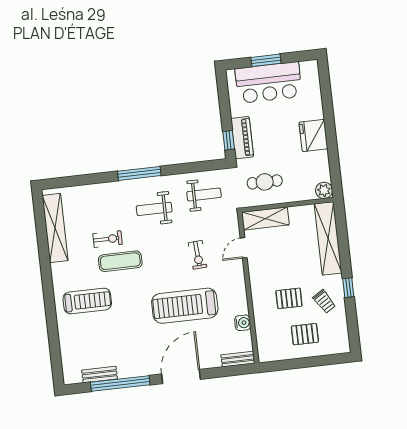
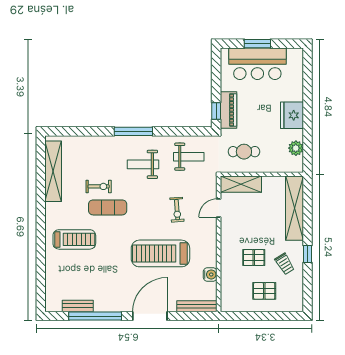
plant: (324, 190) -> (296, 148), moved
bench: (238, 359) -> (197, 306), width x1.36

